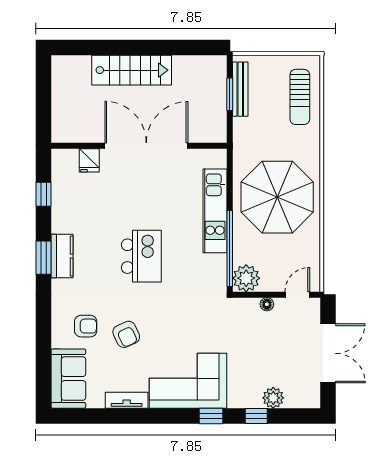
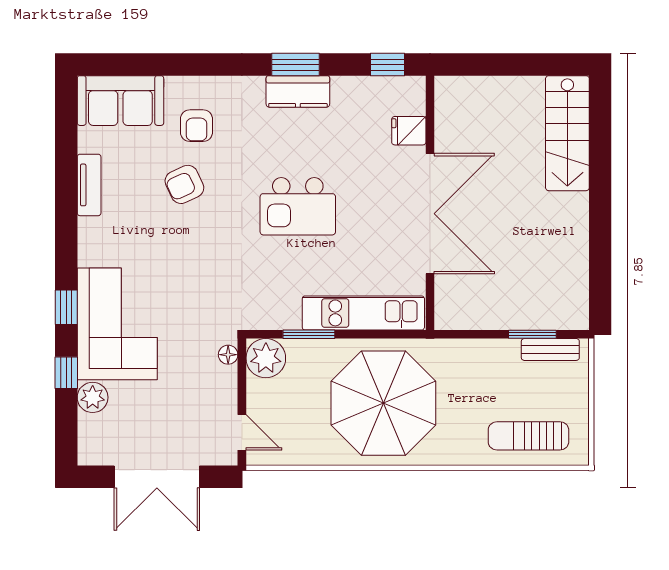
stairs: (132, 70) -> (567, 133), moved
bench: (240, 89) -> (550, 349), width x0.73
wall: (139, 146) -> (430, 203), moved
double door: (146, 146) -> (430, 214), moved
fridge: (89, 160) -> (409, 131), moved
window: (230, 248) -> (309, 334), width x0.47
floor lamp: (267, 304) -> (228, 355), moved
corner sofa: (188, 381) -> (117, 324), moved

